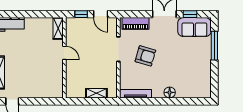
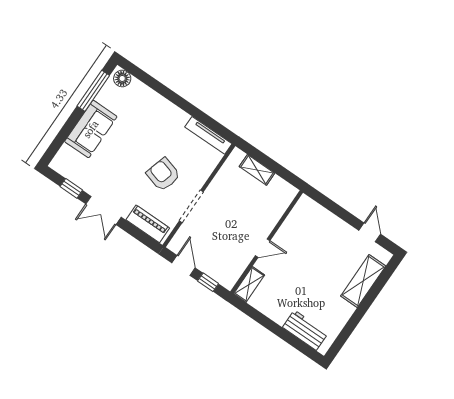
sofa: (194, 27) -> (91, 129), moved, turned 90
window: (214, 46) -> (93, 91), moved
door: (64, 53) -> (263, 248), swing flipped
floor lamp: (170, 92) -> (122, 78), moved

